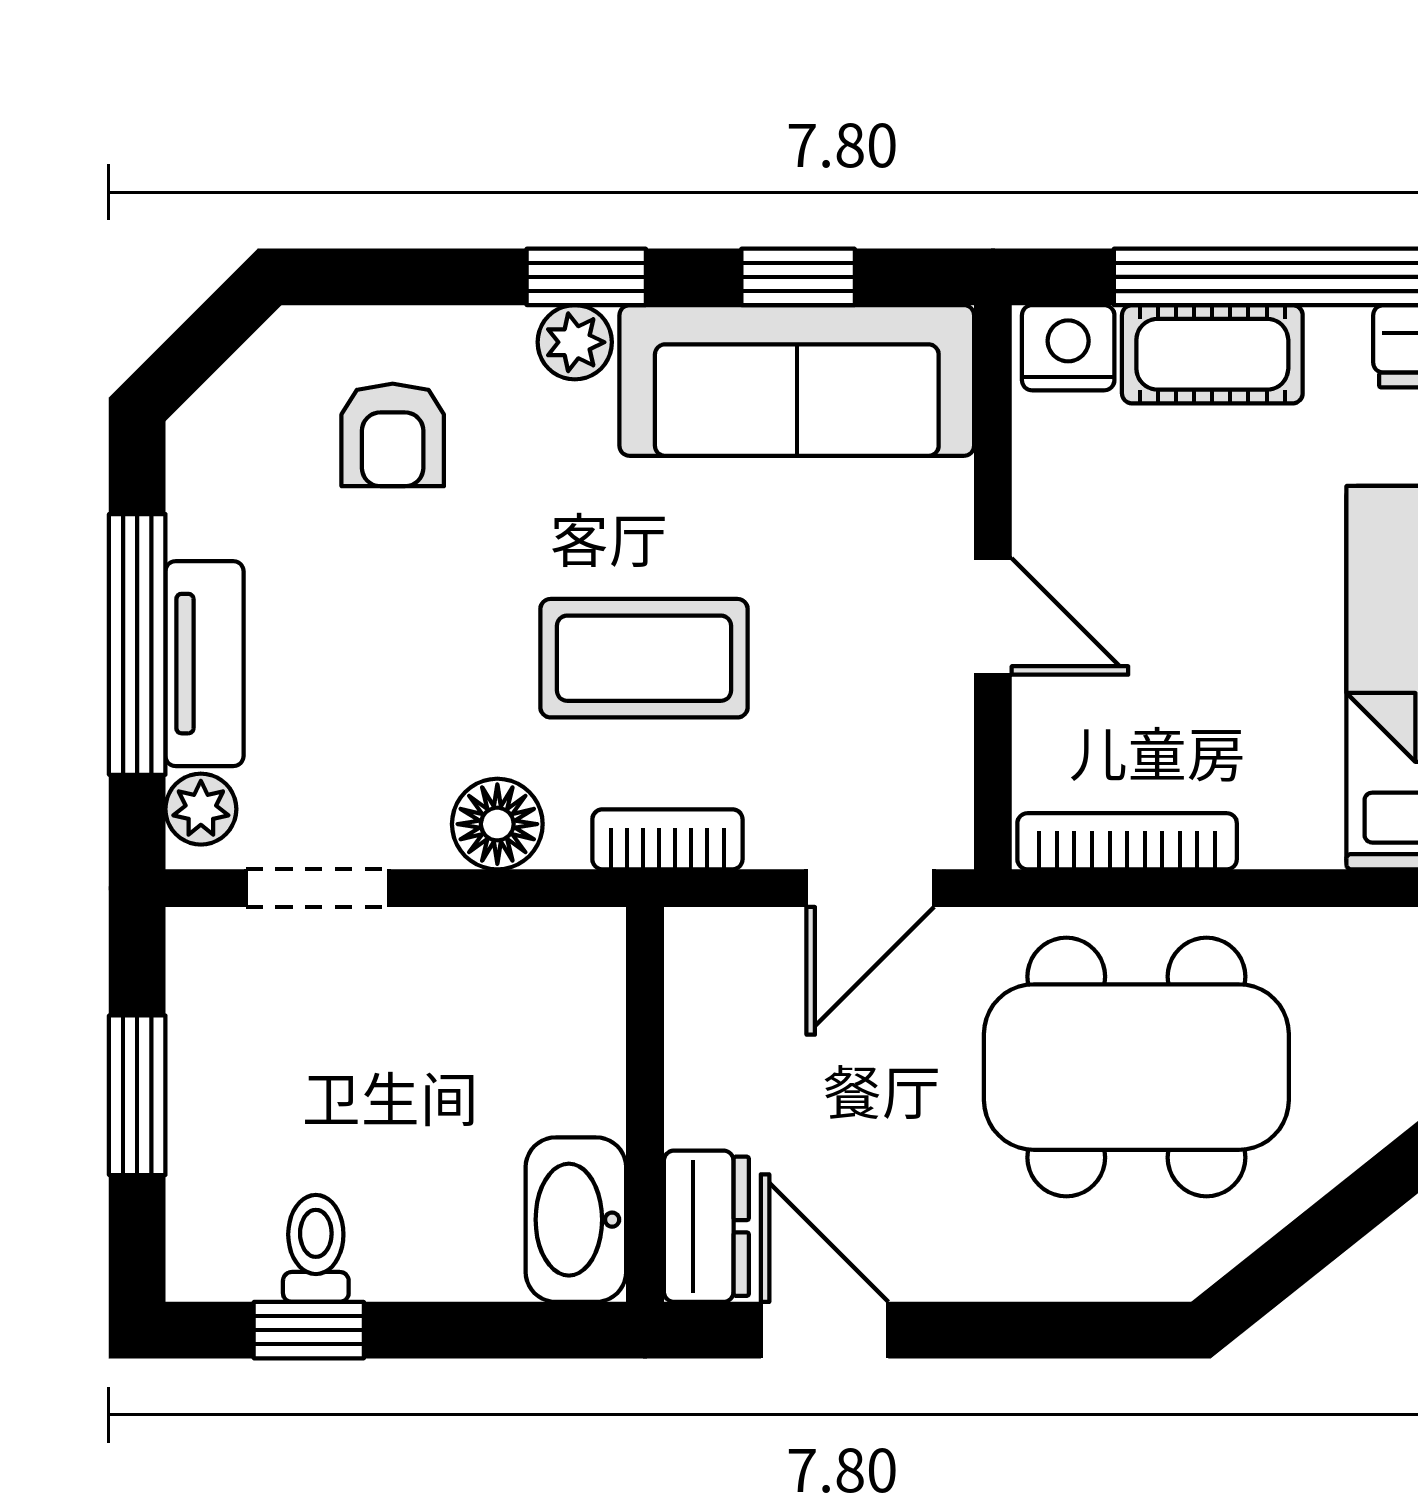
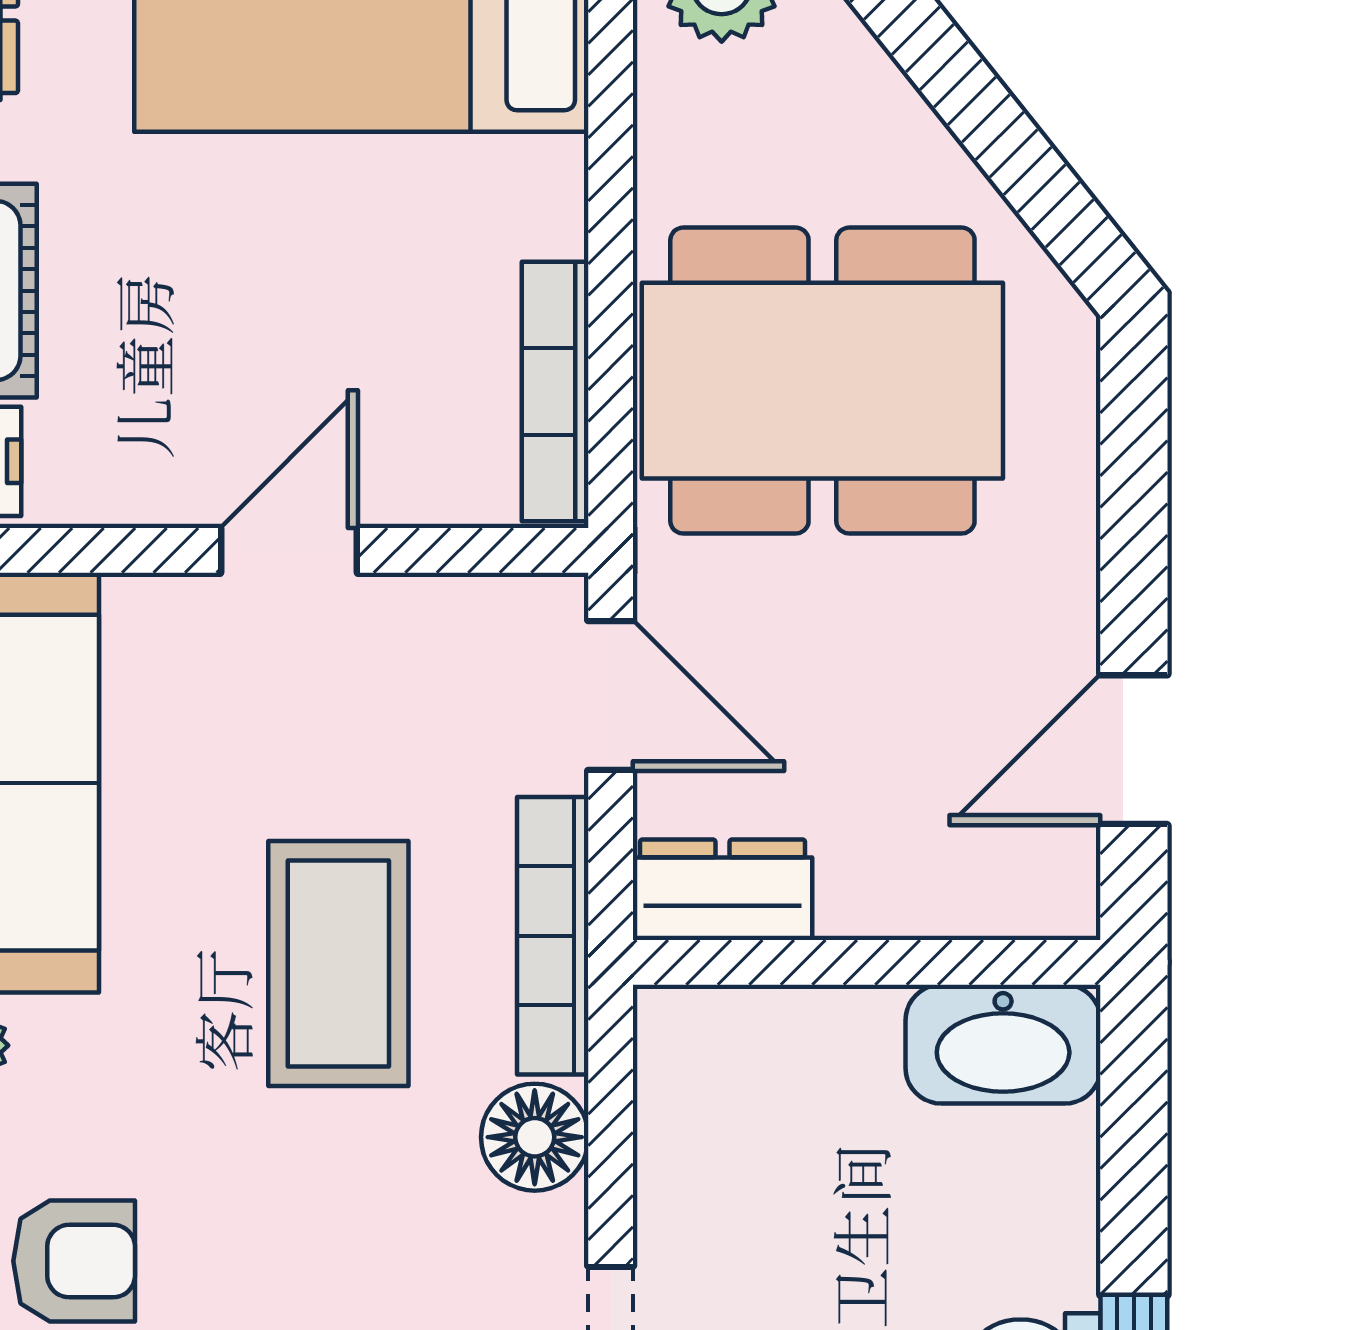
bookcase: (667, 839) -> (553, 936), width x1.56
dining table: (1136, 1067) -> (822, 381), turned 90
dresser: (706, 1226) -> (722, 890), moved

